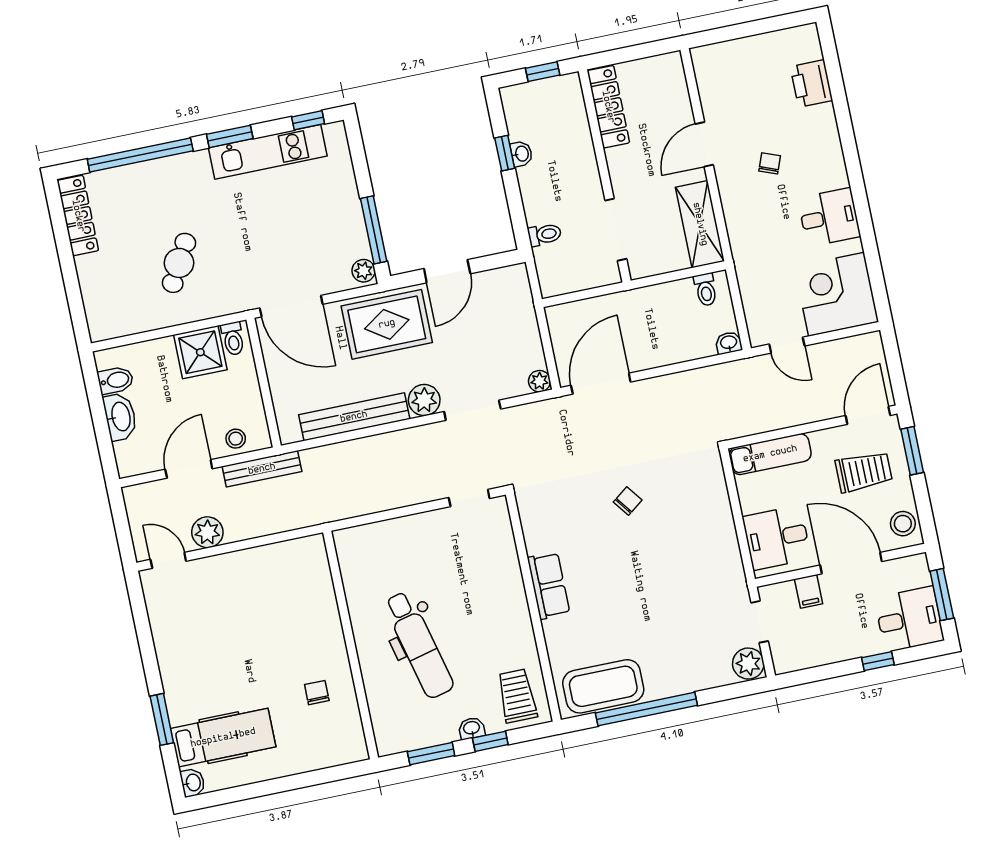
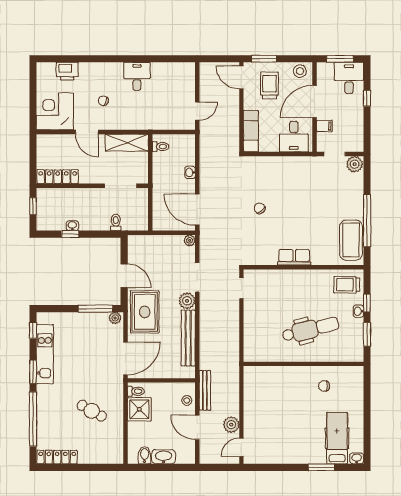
corner desk: (836, 294) -> (55, 111), moved, turned 90
washbasin: (729, 343) -> (190, 172), moved

